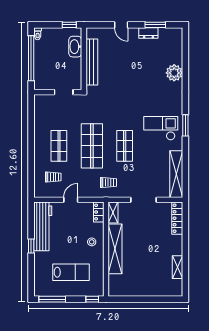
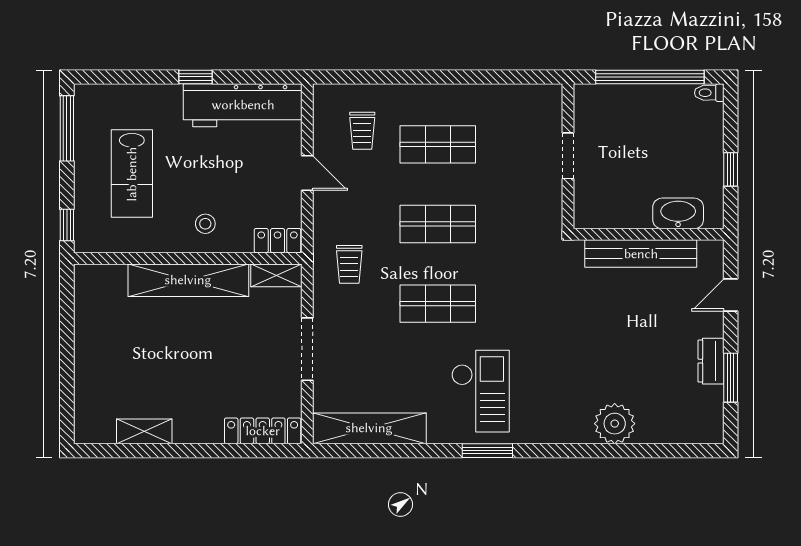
washbasin: (75, 47) -> (678, 213), moved
wall: (84, 59) -> (649, 234), moved
bench: (92, 62) -> (641, 254), moved
shop shelf: (92, 146) -> (438, 224), width x0.70, depth x0.74

